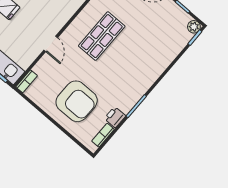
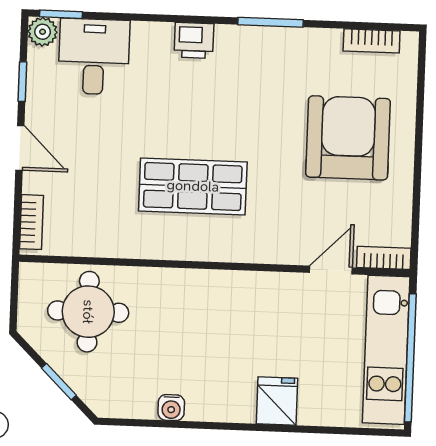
desk: (172, 37) -> (94, 57), added
door: (51, 44) -> (331, 270), moved
printer: (115, 117) -> (194, 40), moved

